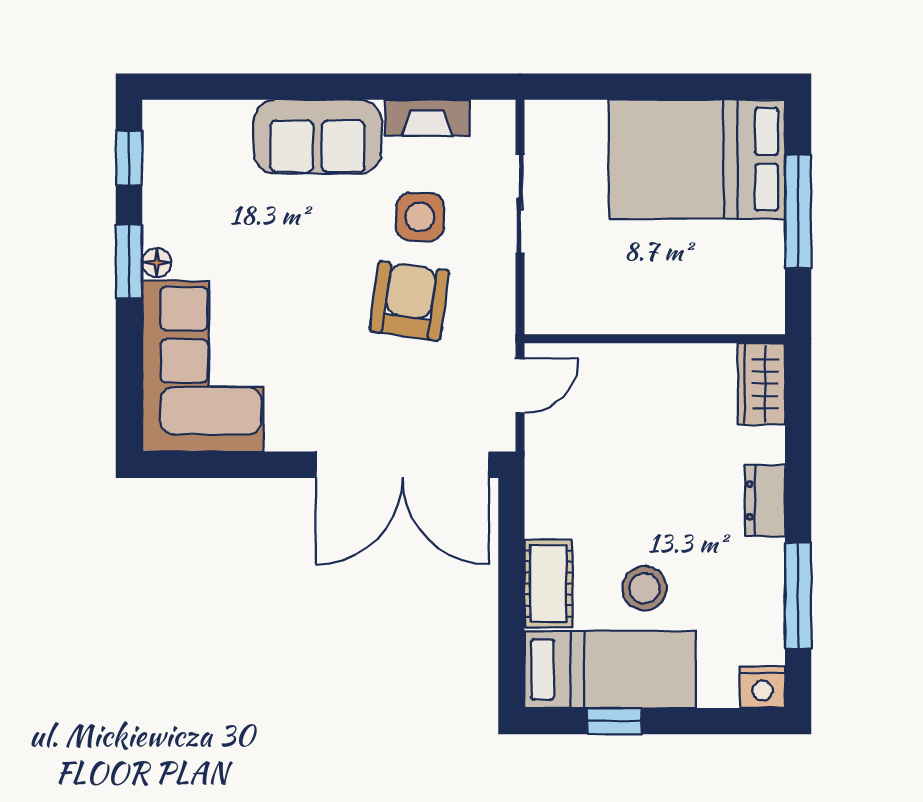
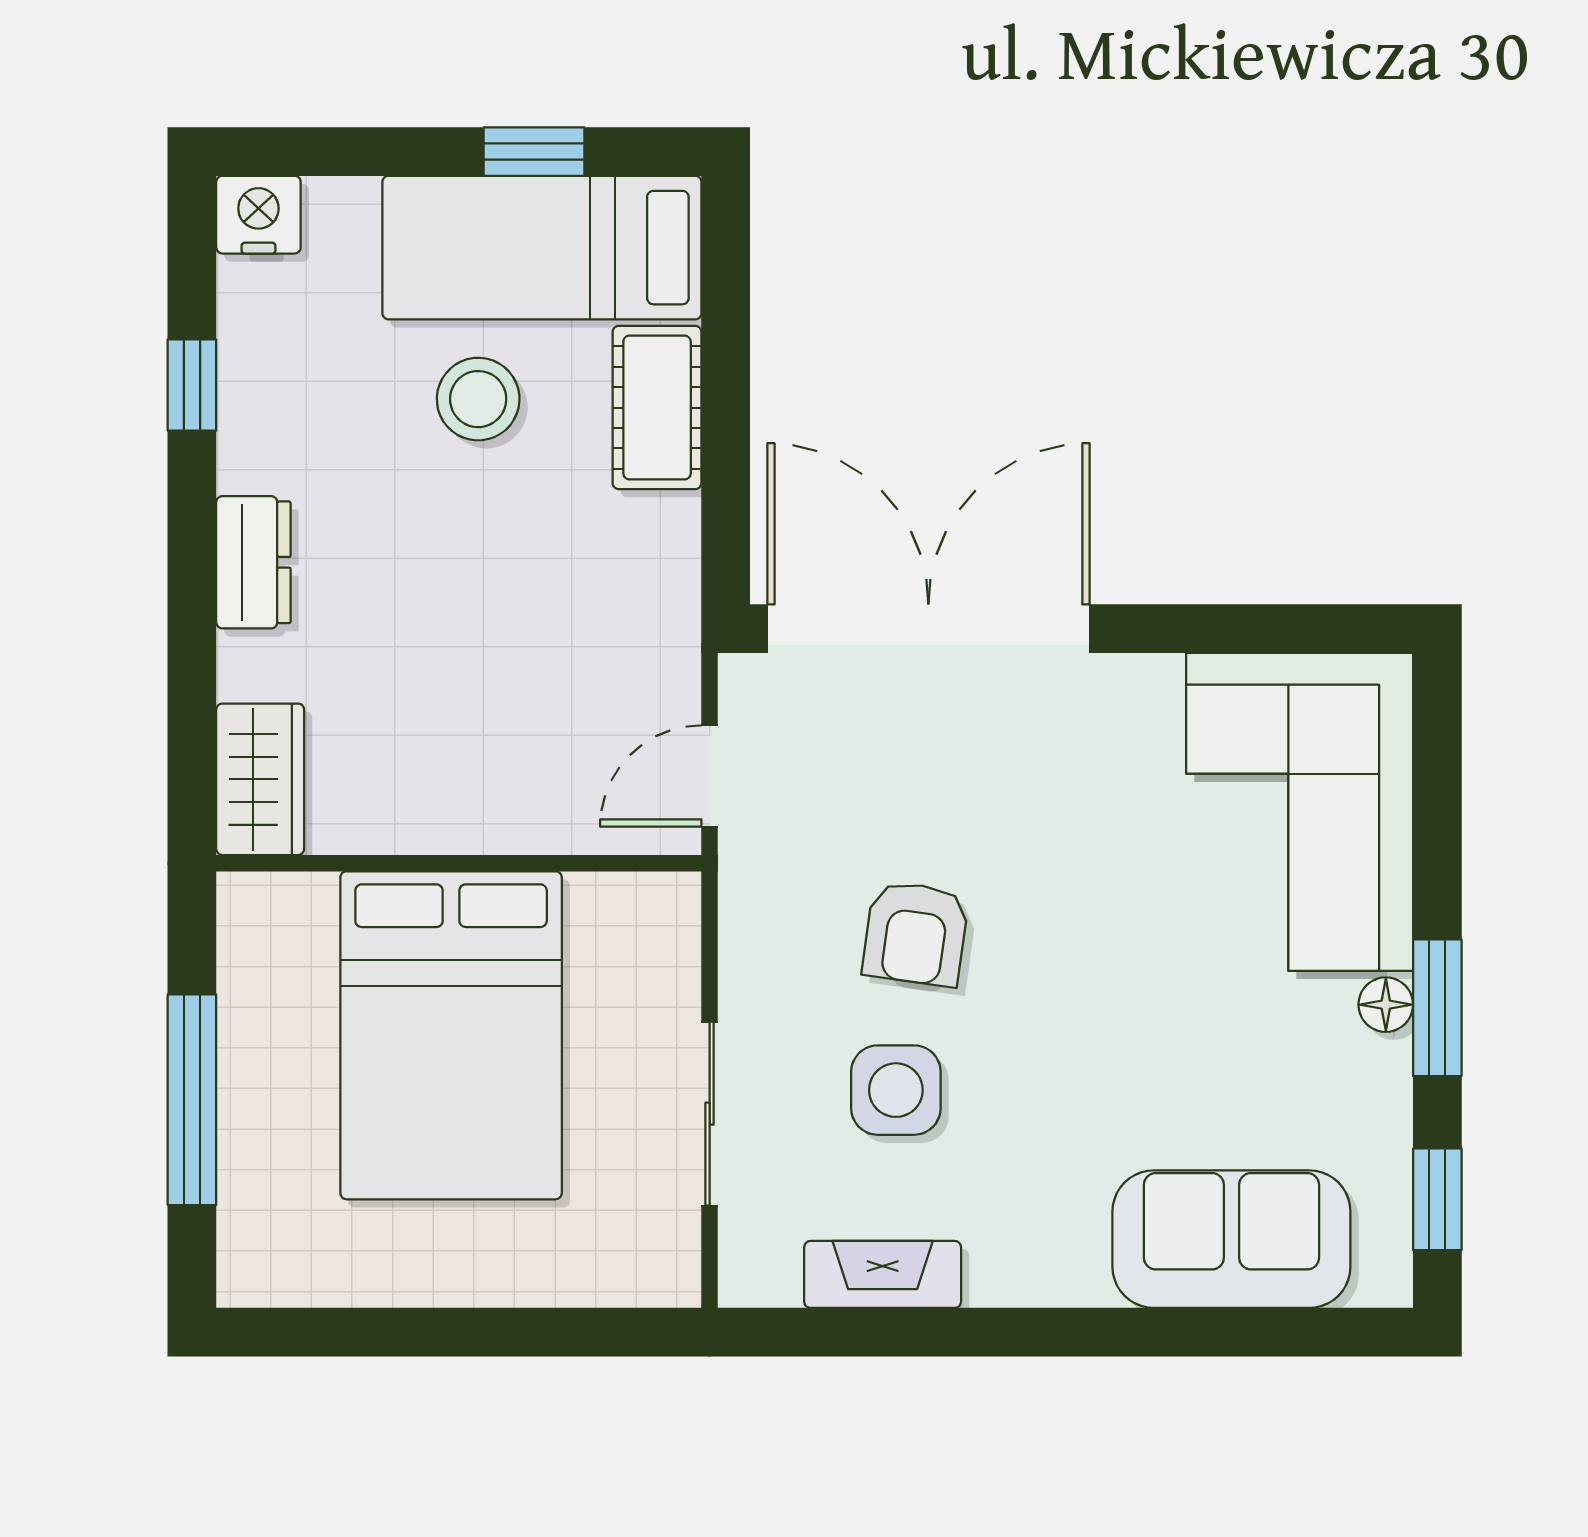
sofa: (317, 137) -> (1231, 1239), moved
bed: (697, 159) -> (451, 1035), moved, turned 90
armchair: (409, 301) -> (916, 933), width x0.72, depth x0.72
window: (798, 596) -> (192, 385), width x0.46

